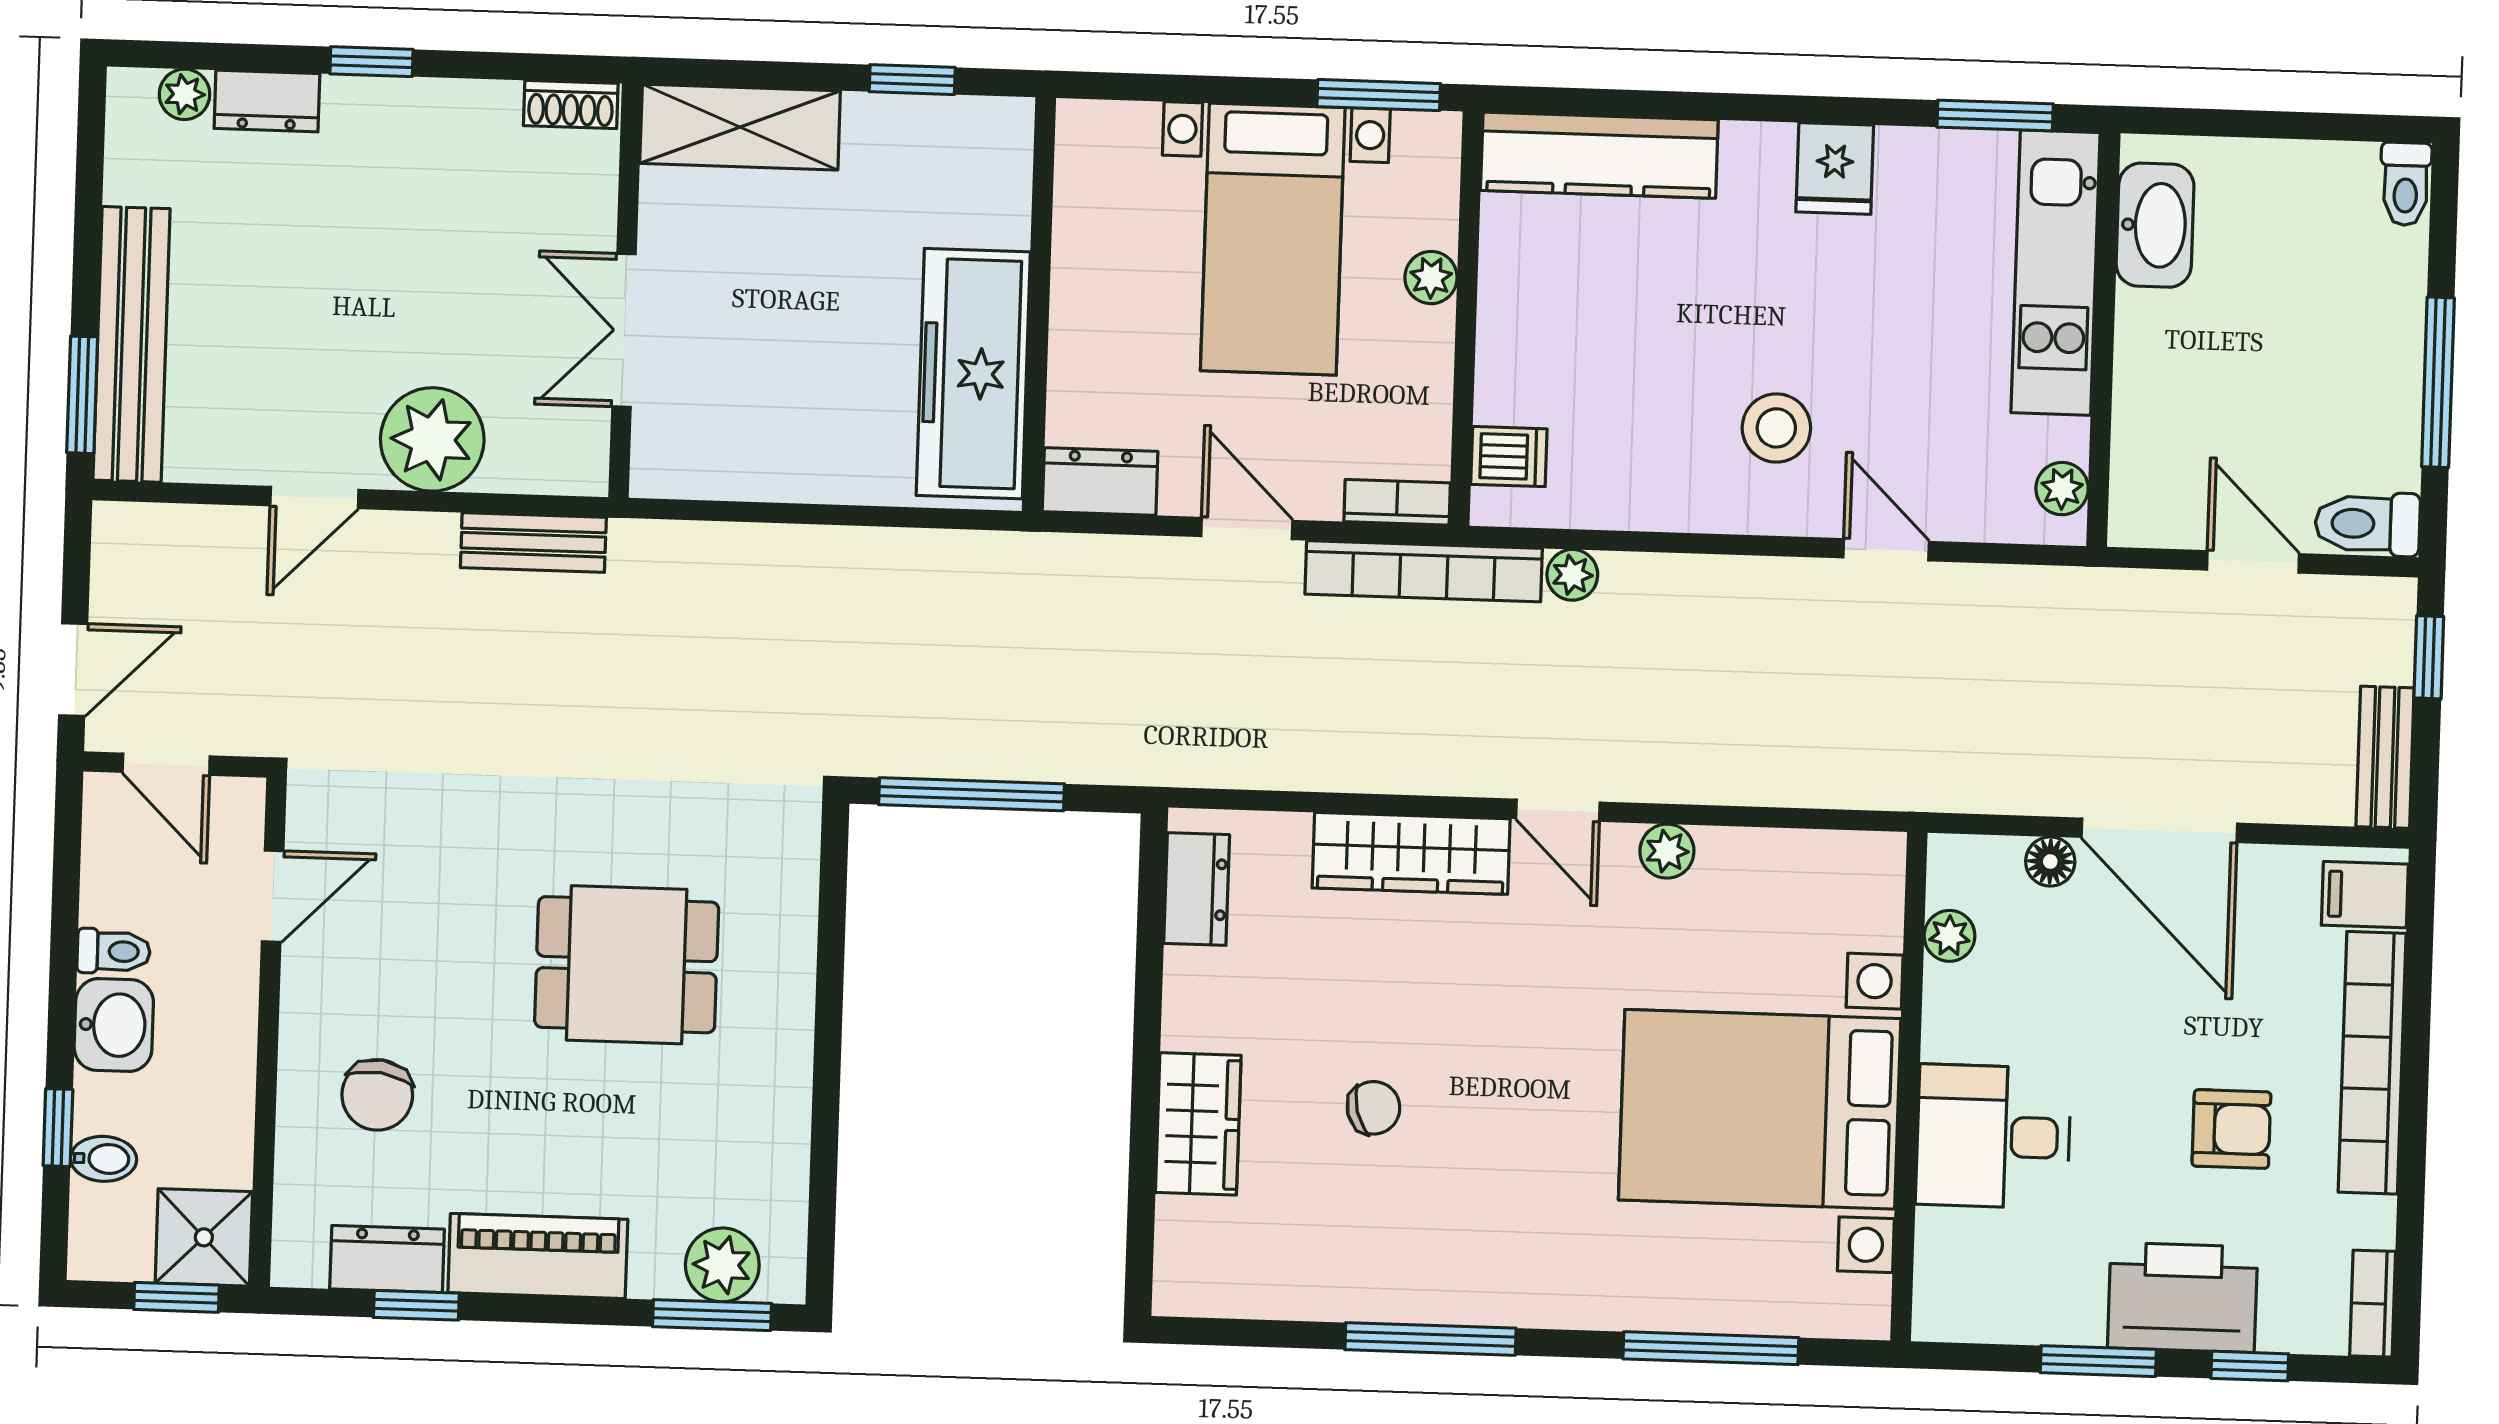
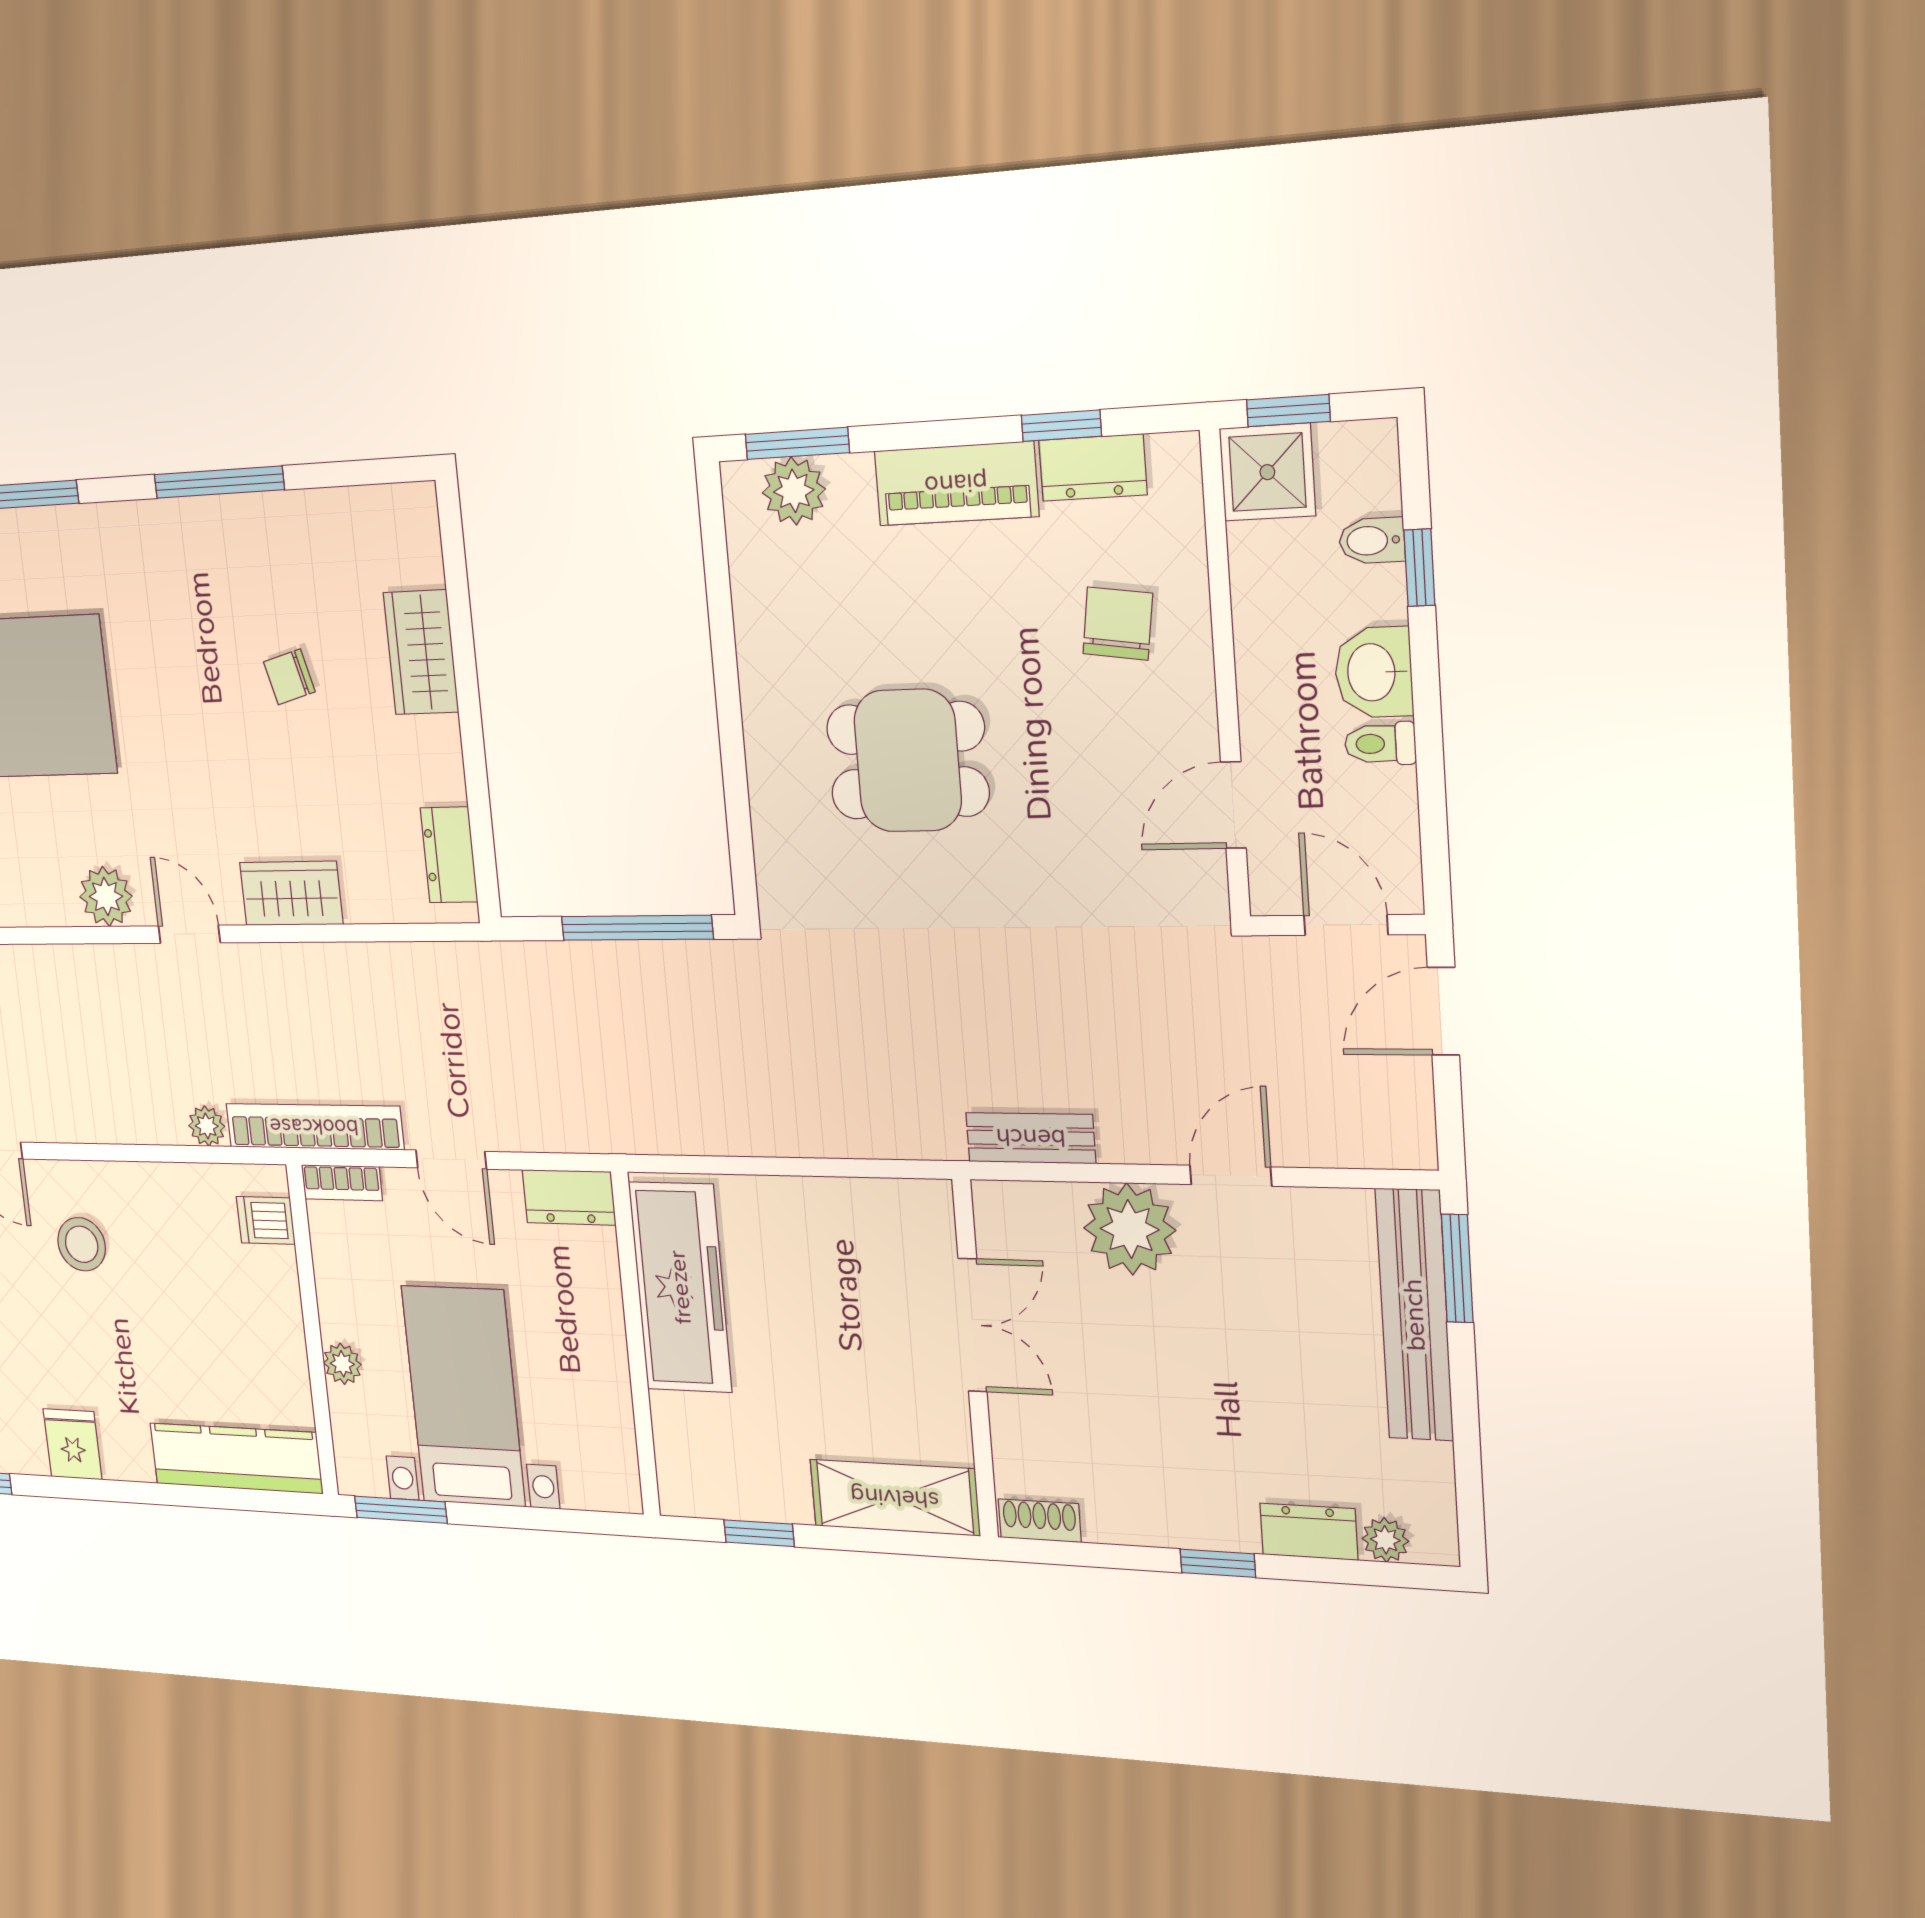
plant: (1667, 851) -> (106, 896), width x1.38, depth x1.38
wardrobe: (1411, 853) -> (291, 893), width x0.67

